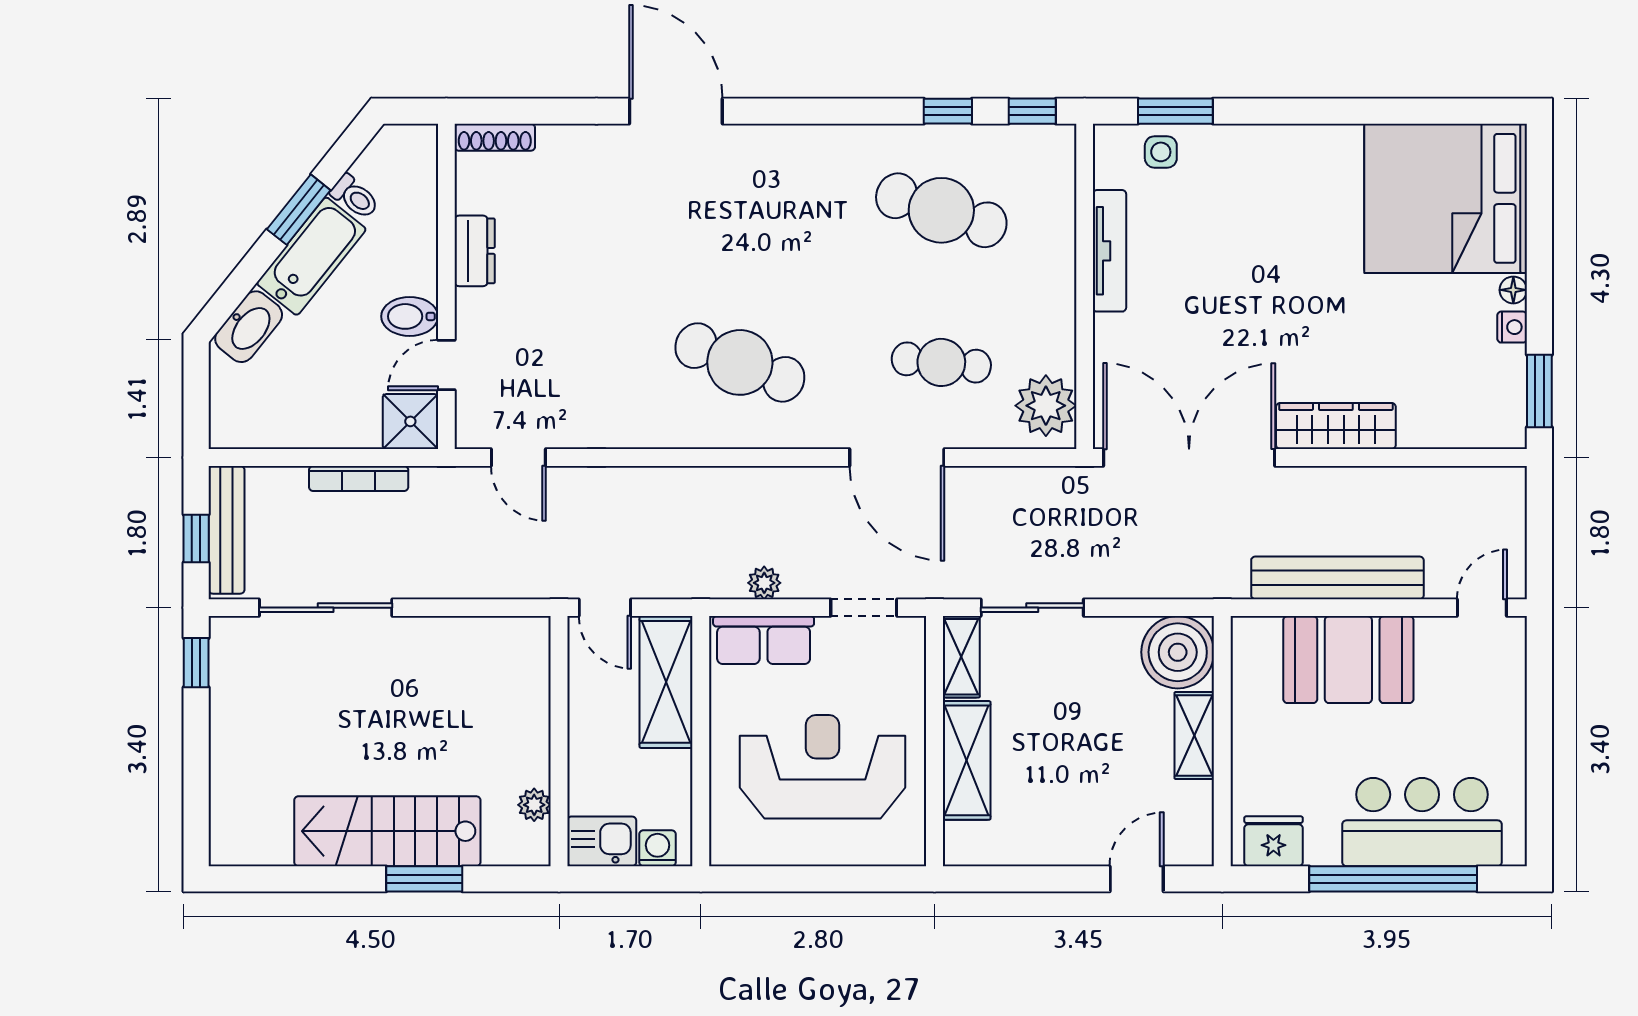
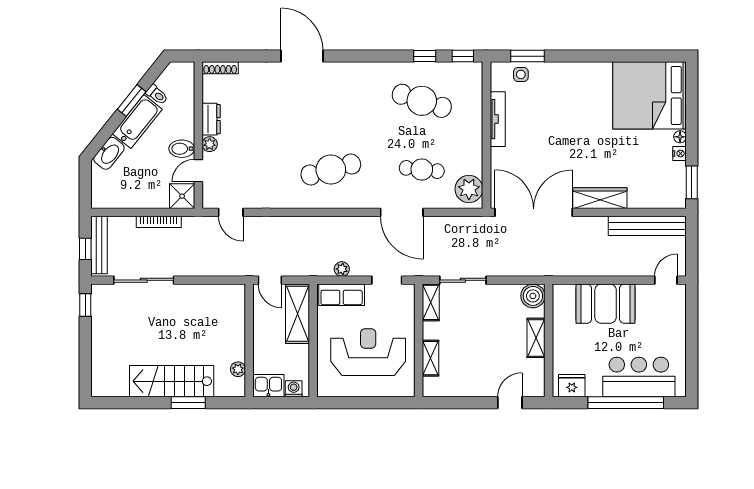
plant: (471, 306) -> (210, 144), added
cafe table: (740, 362) -> (331, 170), turned -36
bench: (1337, 578) -> (647, 226), moved
boiler: (1178, 652) -> (533, 296), width x0.73, depth x0.73
shelving: (967, 760) -> (430, 358), width x0.67, depth x0.75

